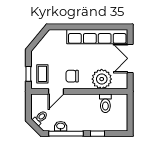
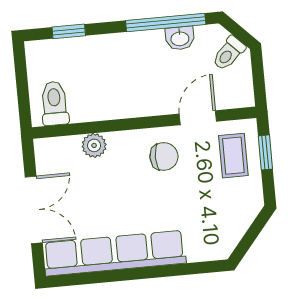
plant: (102, 79) -> (94, 145), width x0.53, depth x0.53
toilet: (105, 103) -> (54, 103), moved
window: (97, 134) -> (69, 31), moved

